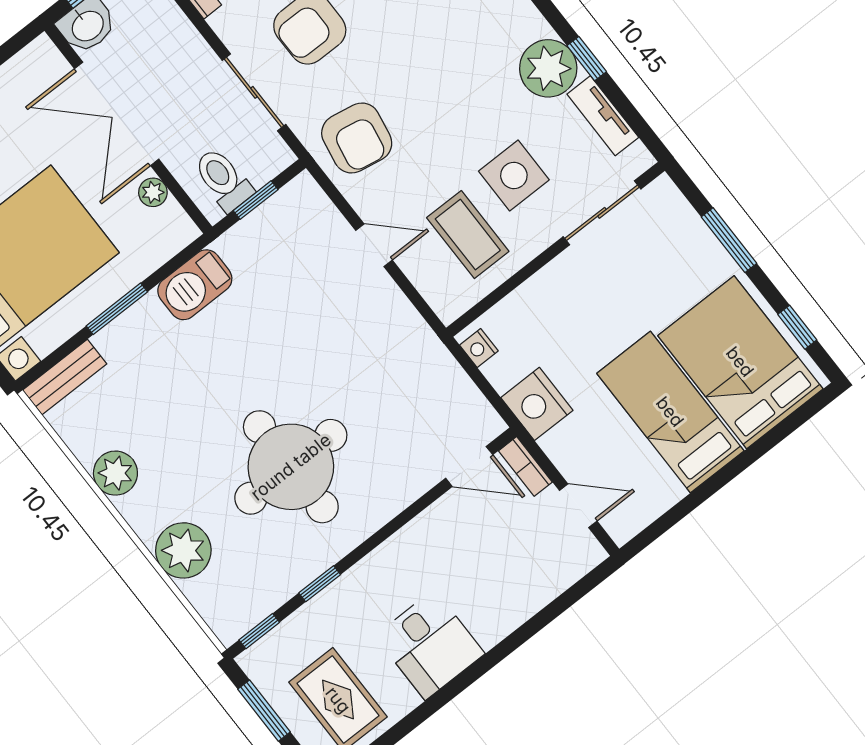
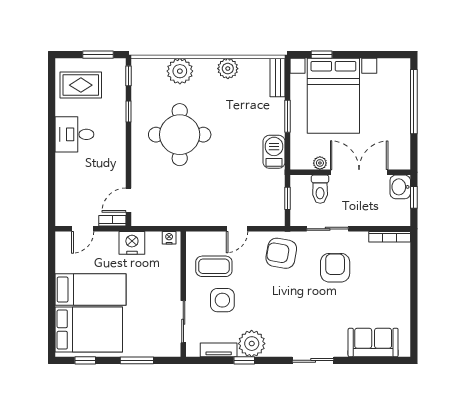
toilet: (223, 179) -> (320, 189), moved, turned 90

